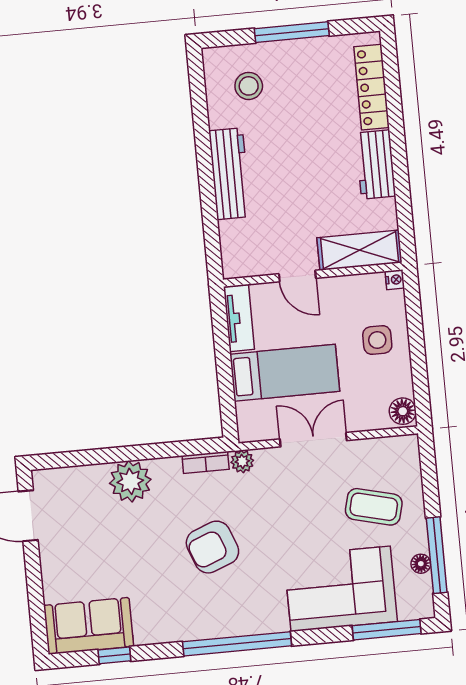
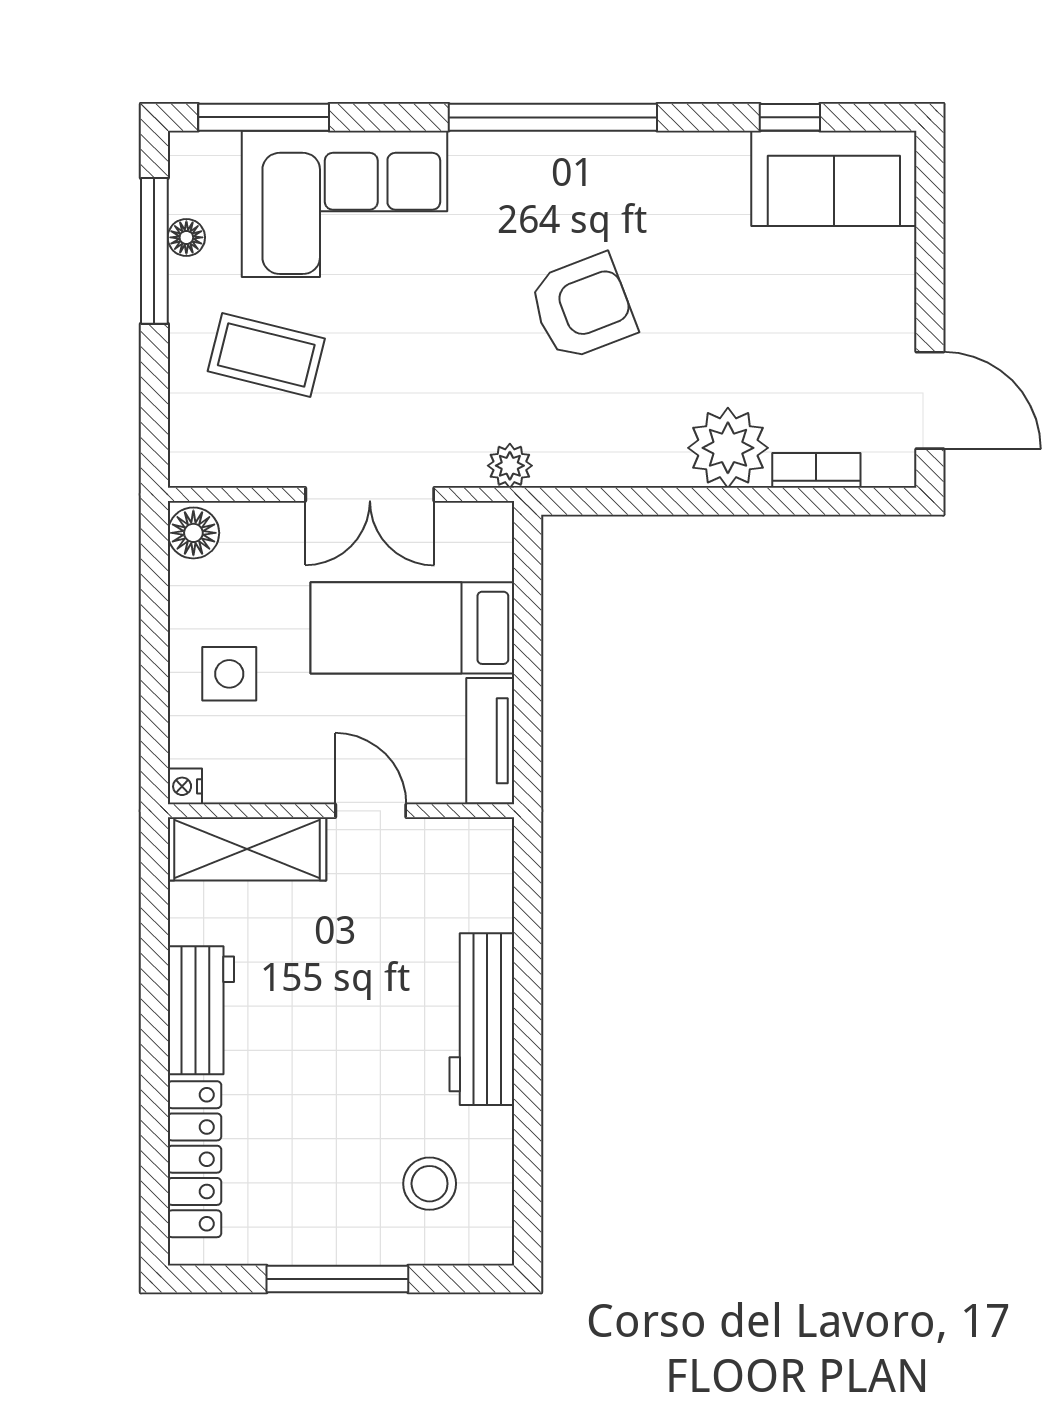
bookcase: (206, 462) -> (816, 470), moved

